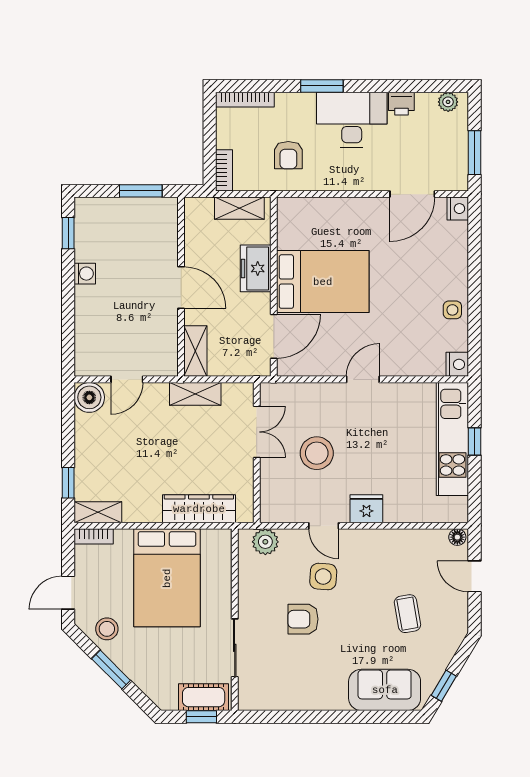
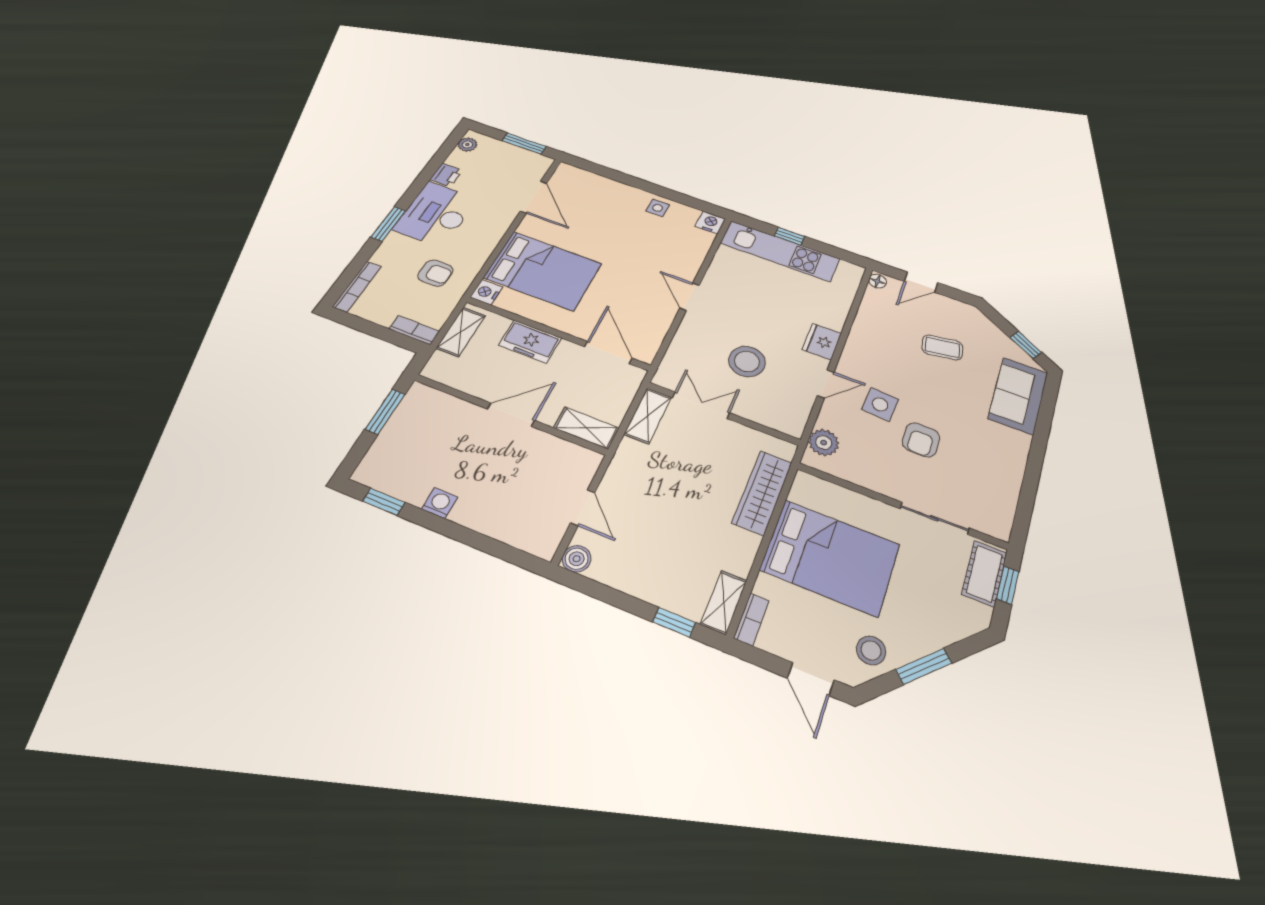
nightstand: (458, 209) -> (486, 292), moved, turned -90
bed: (323, 282) -> (543, 271), moved, turned 90
shelving: (195, 394) -> (648, 416), moved
boiler: (89, 397) -> (577, 559), width x0.73, depth x0.73

